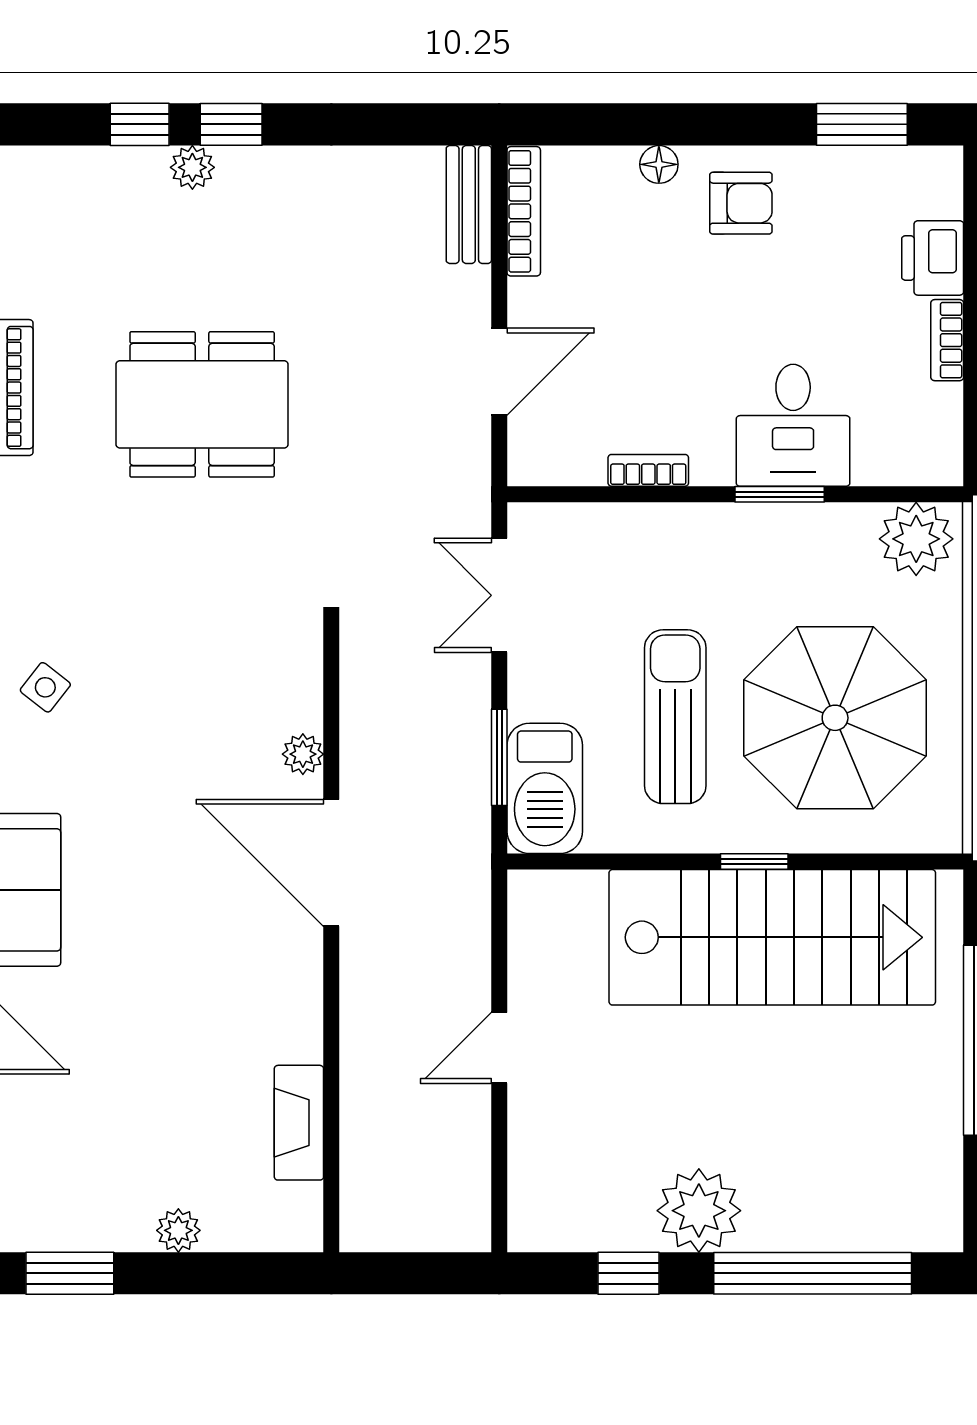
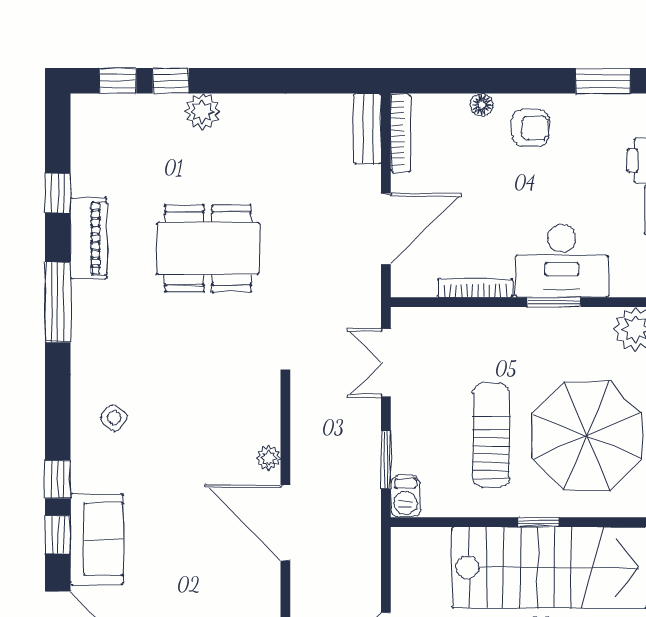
window: (231, 124) -> (118, 81), moved
plant: (192, 167) -> (202, 111), width x1.38, depth x1.38
door: (499, 372) -> (386, 229), width x1.36
desk: (793, 425) -> (562, 261), width x1.37
bookcase: (648, 470) -> (475, 288), width x1.56
barbecue: (545, 788) -> (405, 497), width x0.53, depth x0.65

